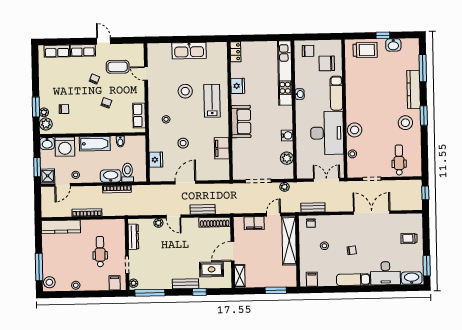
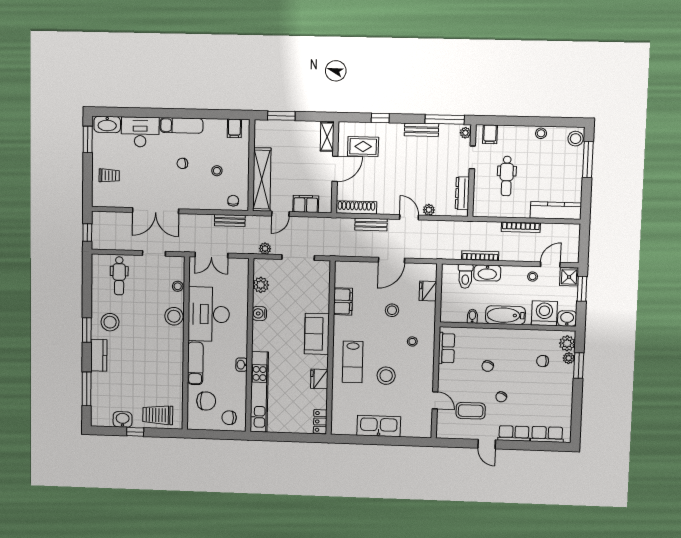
kitchen counter: (414, 89) -> (99, 355), width x0.67
bench: (186, 284) -> (421, 130), moved

